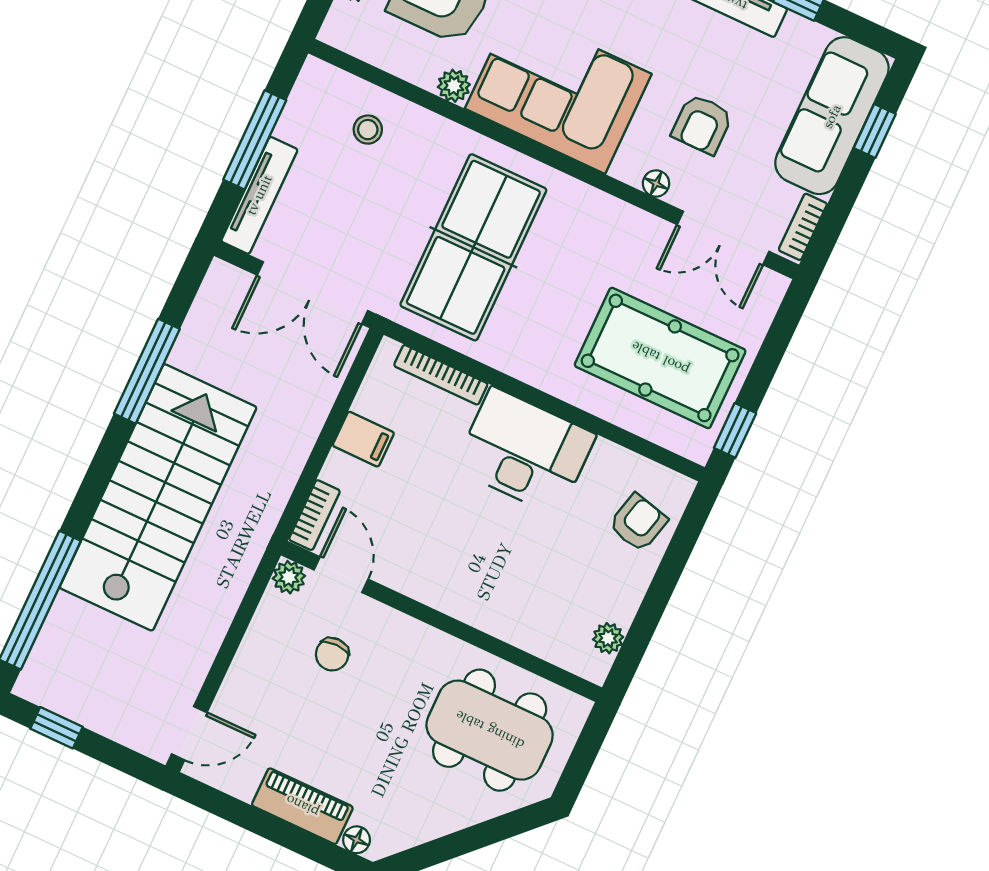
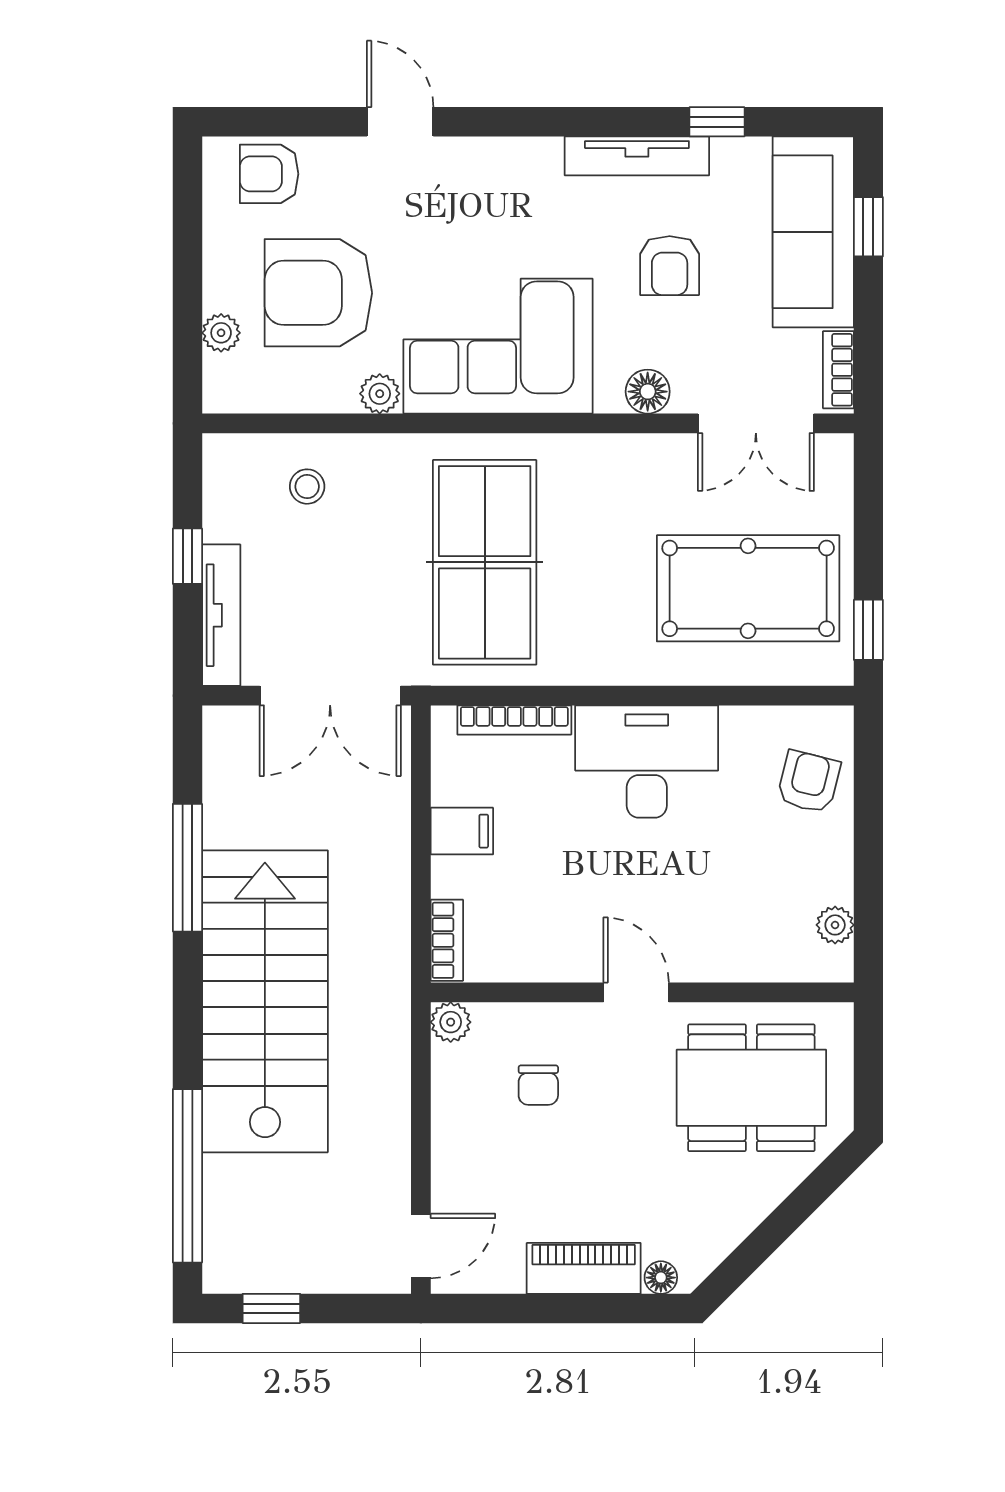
armchair: (702, 124) -> (670, 266), moved
window: (255, 140) -> (187, 556), width x0.46
floor lamp: (656, 183) -> (648, 392), width x1.37, depth x1.37
door: (341, 575) -> (636, 992), moved

